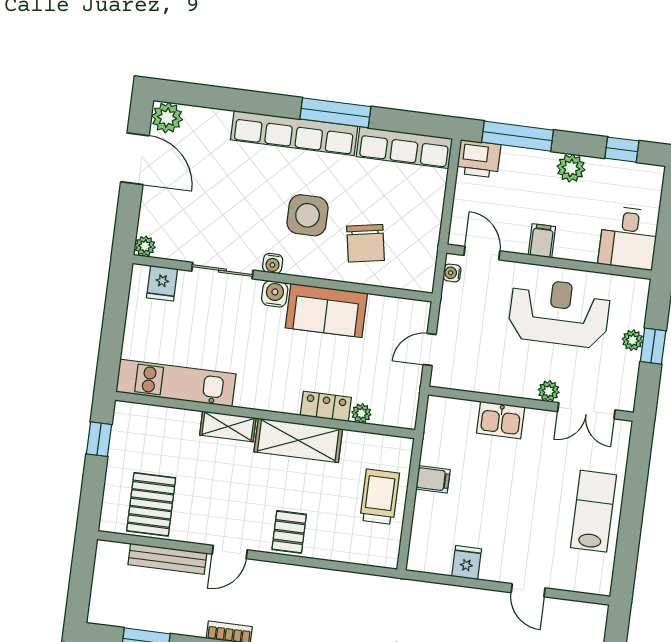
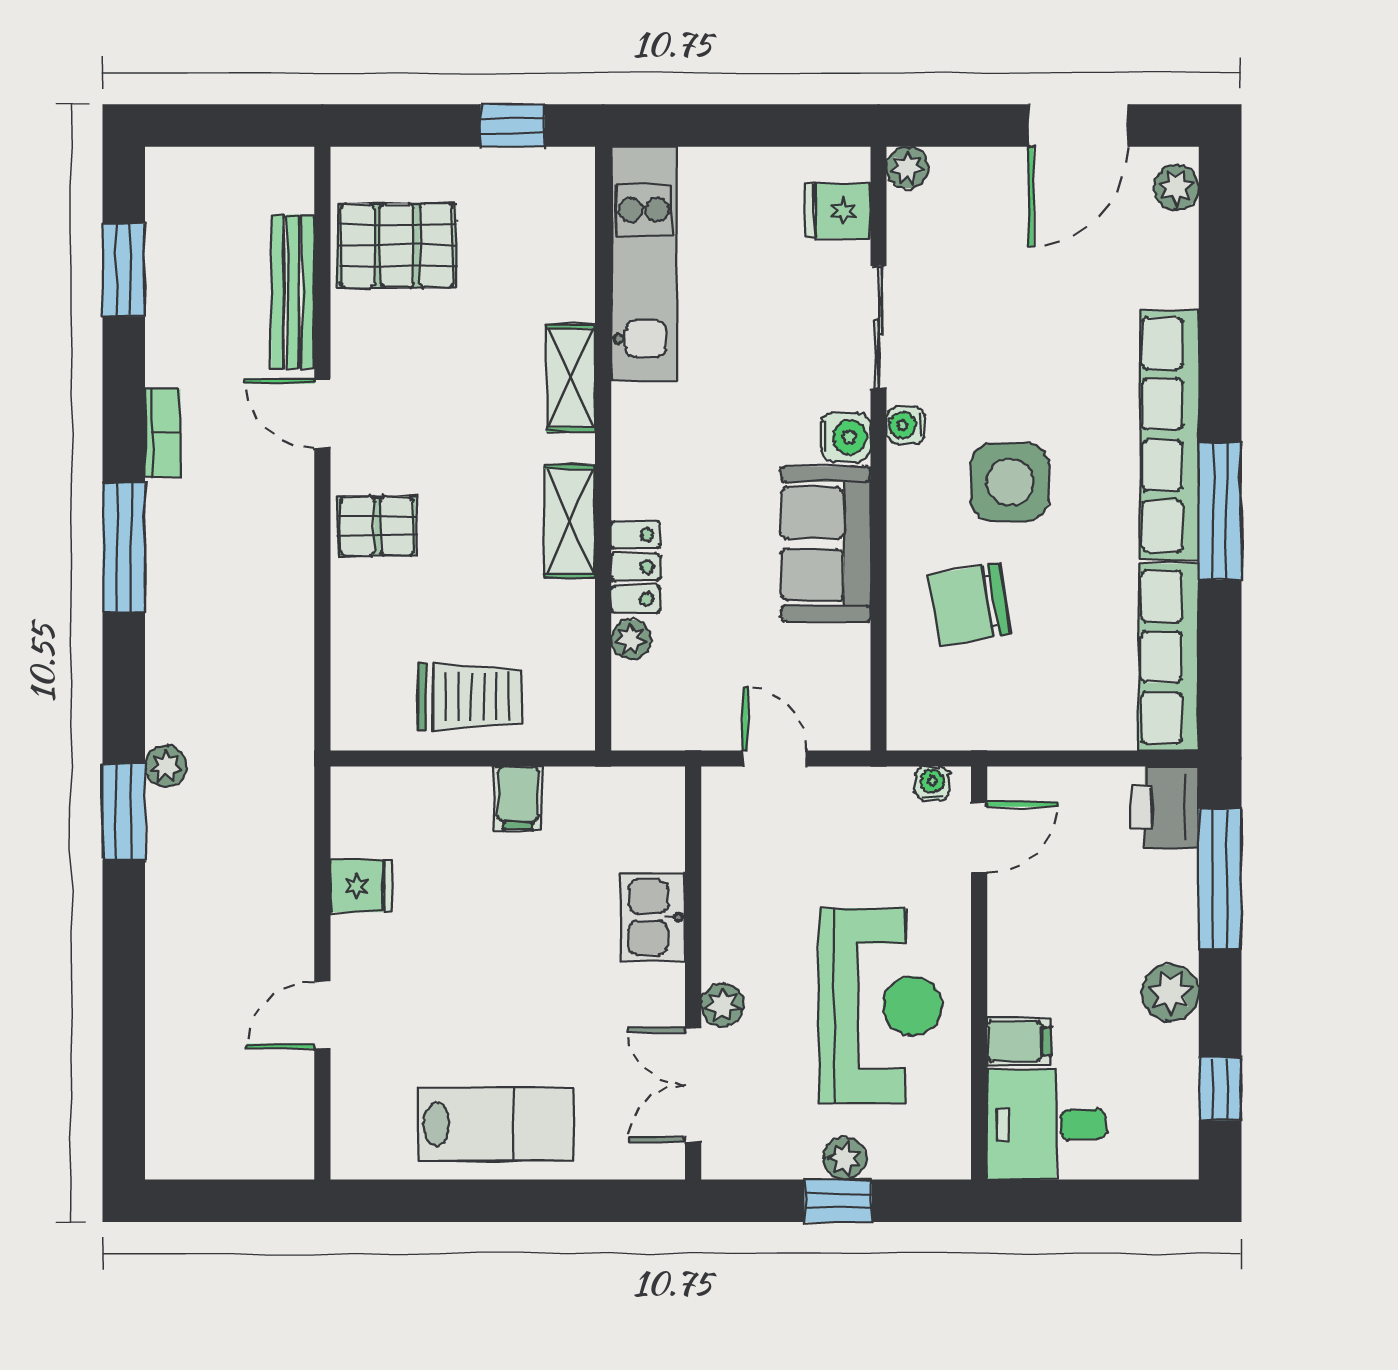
plant: (167, 118) -> (1176, 187), width x0.73, depth x0.73
filing cabinet: (542, 241) -> (1019, 1041), moved
shelving: (298, 440) -> (570, 521), width x0.67, depth x0.75

